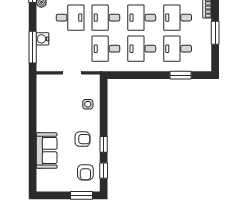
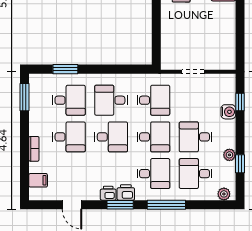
window: (215, 33) -> (24, 97), moved
window: (33, 47) -> (240, 102), width x0.46
desk: (142, 49) -> (111, 100), turned 180
side table: (88, 104) -> (175, 35), removed

